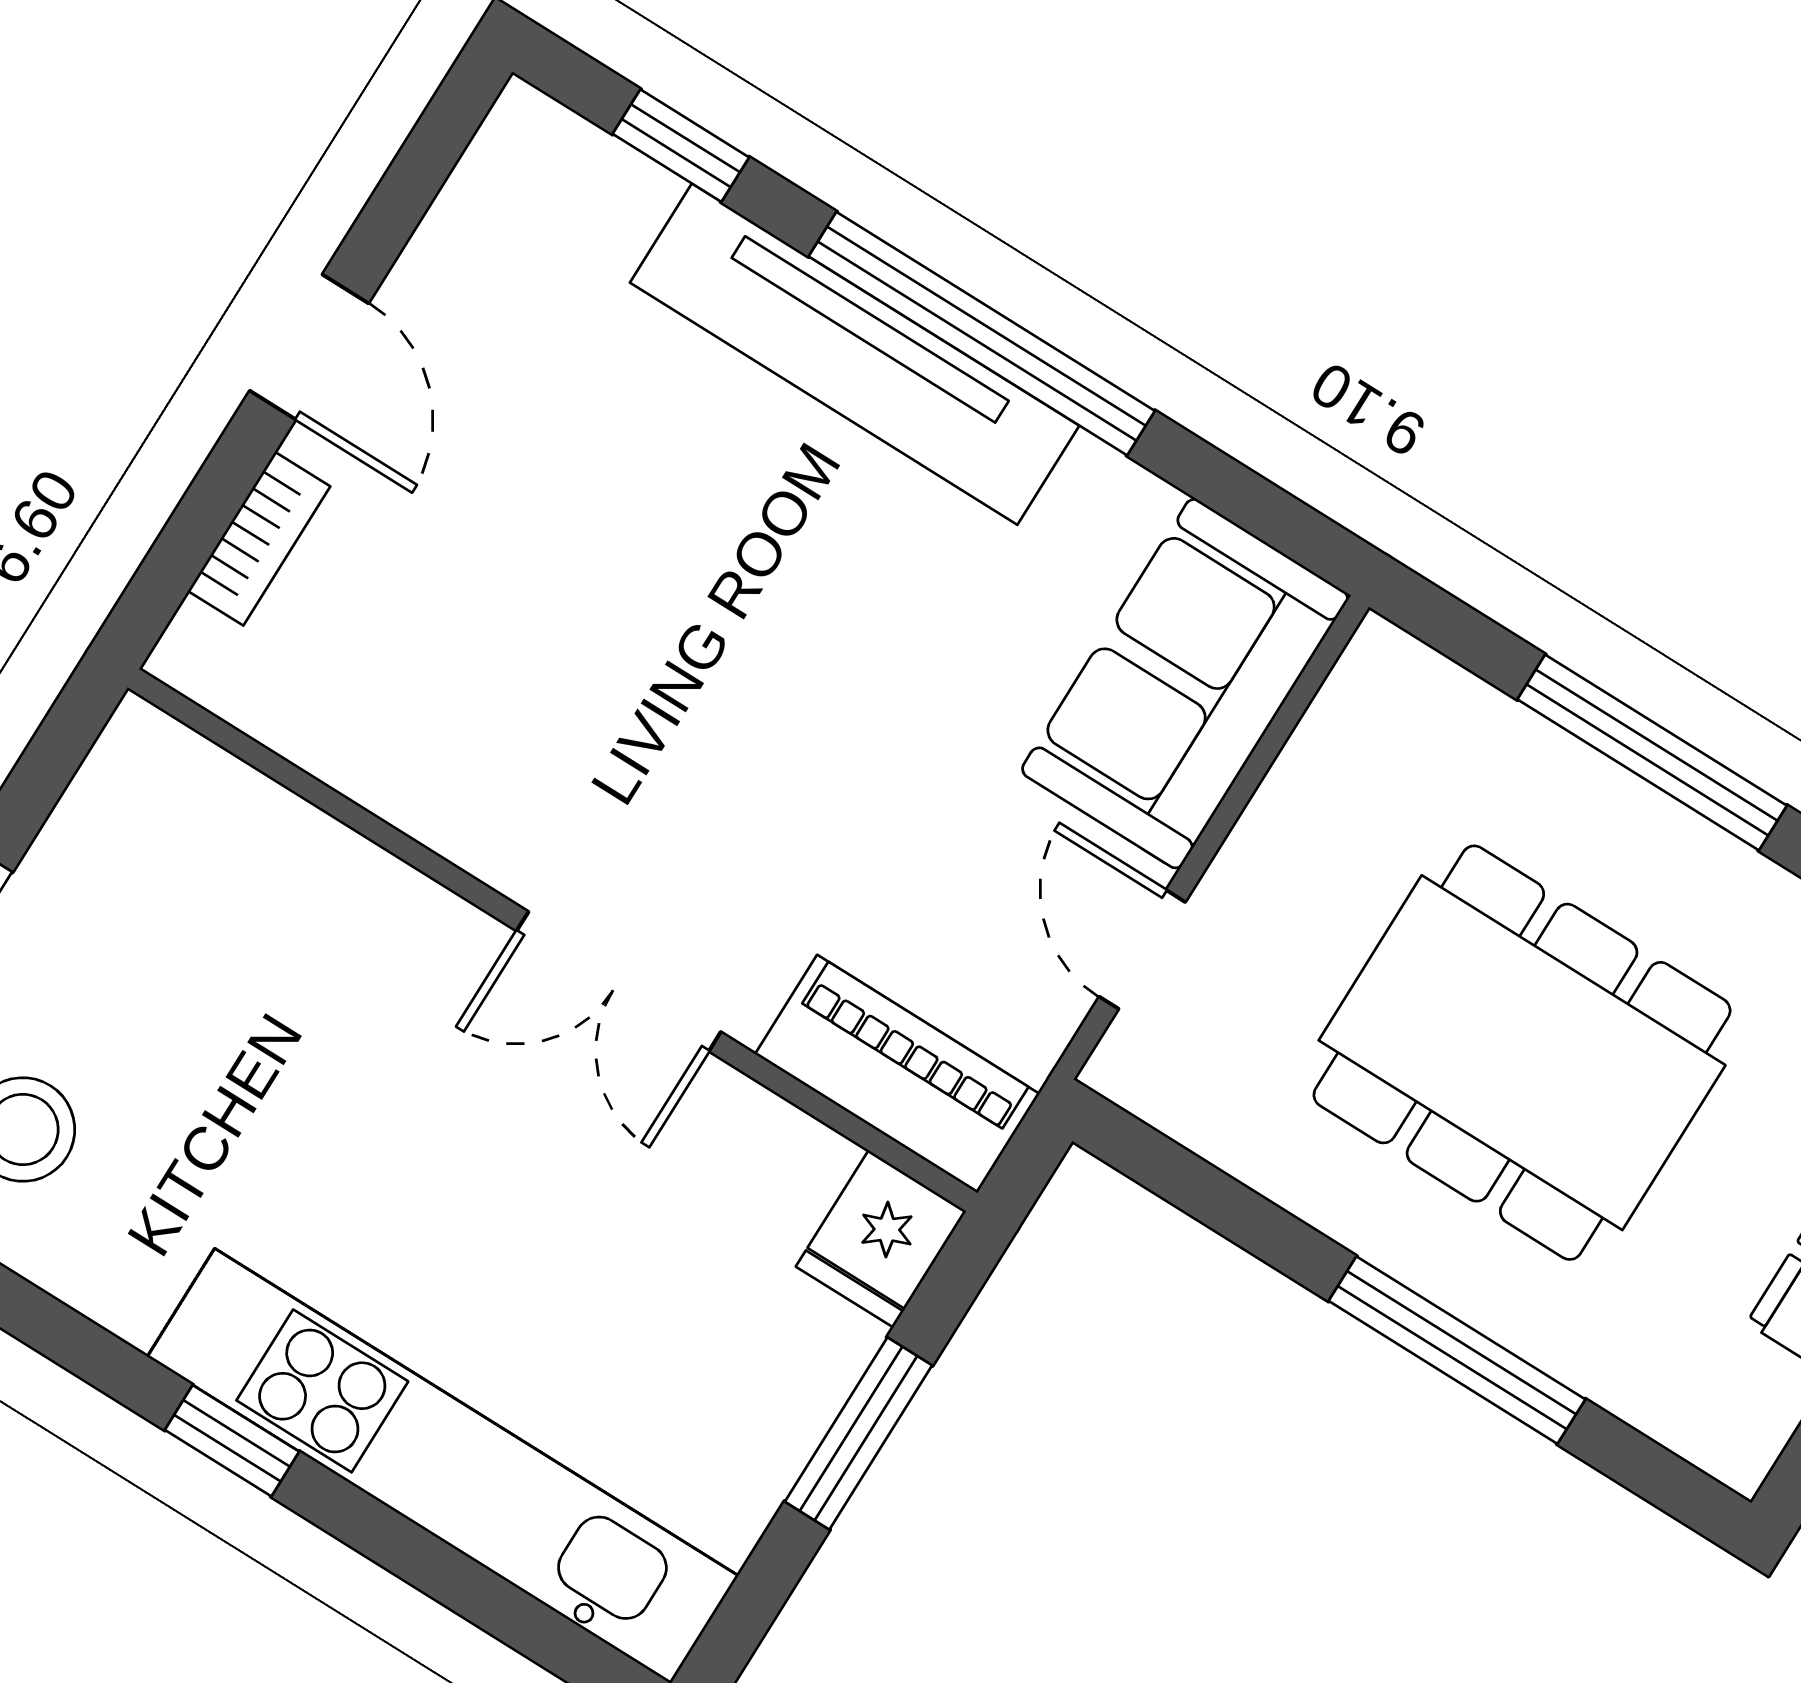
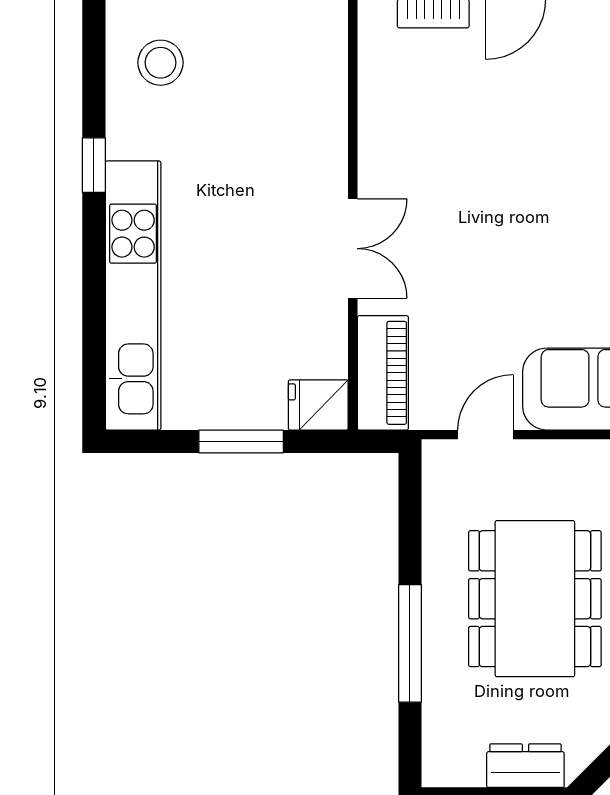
double door: (619, 981) -> (353, 249), swing flipped
window: (232, 1441) -> (94, 165), moved

